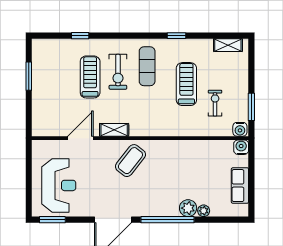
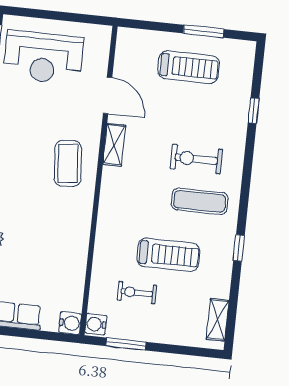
treadmill: (90, 77) -> (189, 67), moved
exercise bike: (215, 103) -> (137, 293), turned 180
coffee table: (130, 161) -> (68, 163), turned 47

